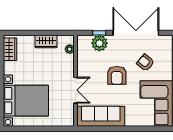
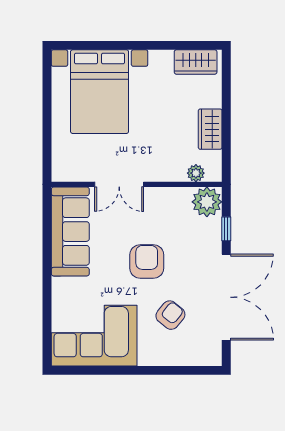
plant: (99, 43) -> (207, 202), moved
armchair: (117, 75) -> (147, 261), turned 90

